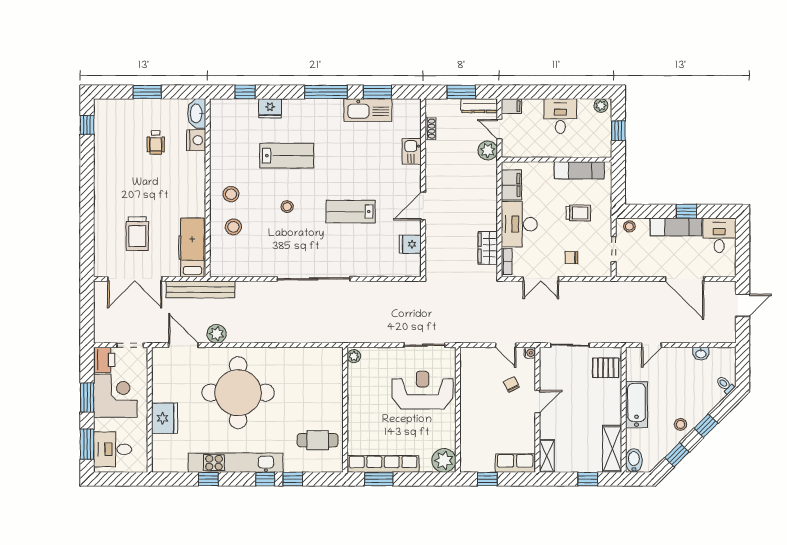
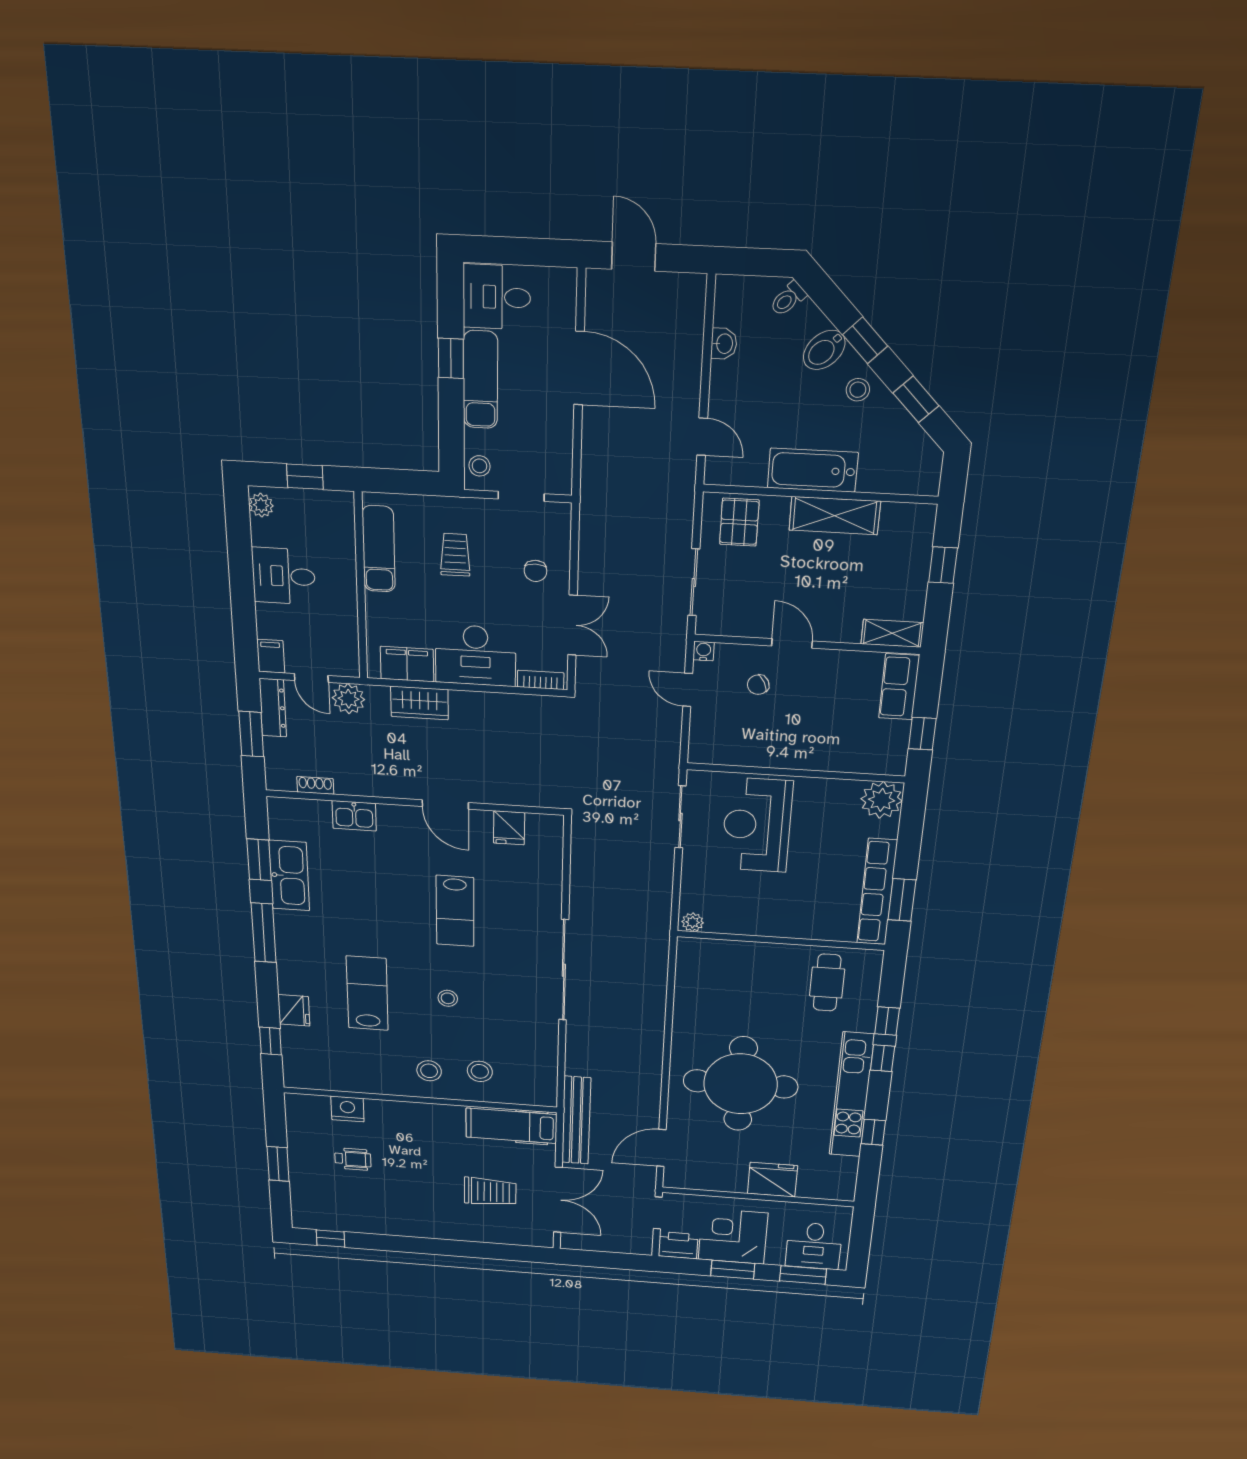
washbasin: (197, 113) -> (307, 1106), removed
door: (499, 129) -> (311, 678), hinge flipped
wardrobe: (488, 248) -> (420, 703), moved
door: (685, 279) -> (579, 368), hinge flipped
plant: (217, 334) -> (646, 1105), removed
door: (506, 345) -> (688, 690), swing flipped
shelving: (612, 449) -> (835, 516), moved
bidet: (634, 460) -> (824, 350), moved, turned -45

